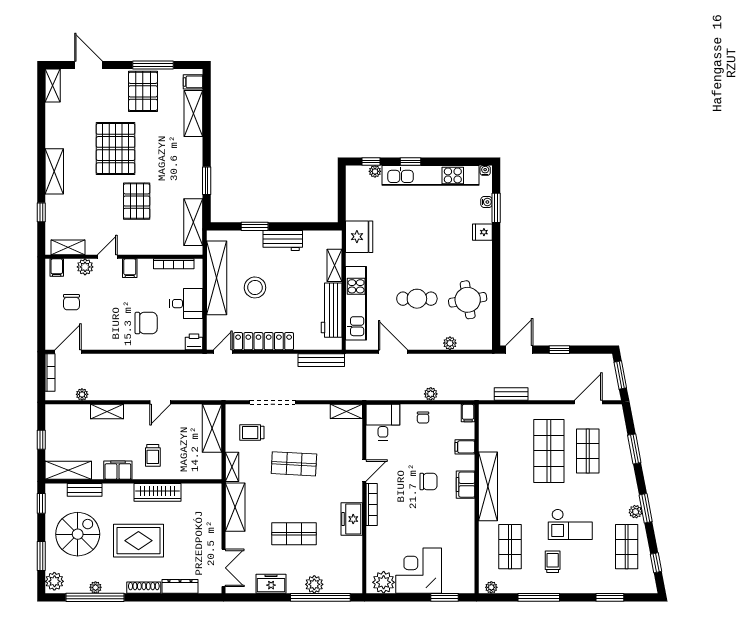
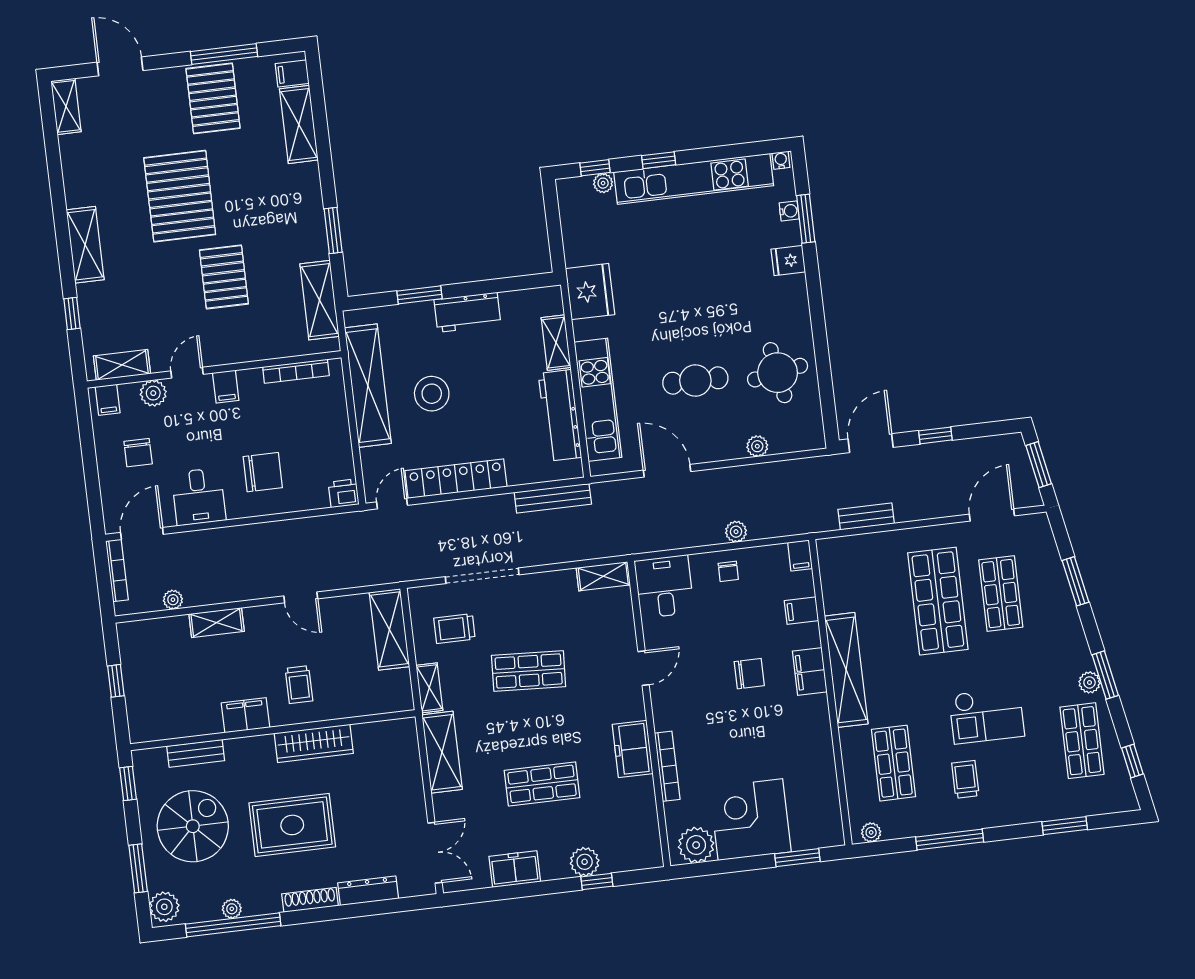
desk: (186, 304) -> (199, 497), moved, turned 90
door: (160, 402) -> (301, 597), hinge flipped
shelving: (68, 470) -> (165, 725), removed
bookcase: (372, 504) -> (667, 766), moved
window: (320, 597) -> (597, 881), width x0.32

